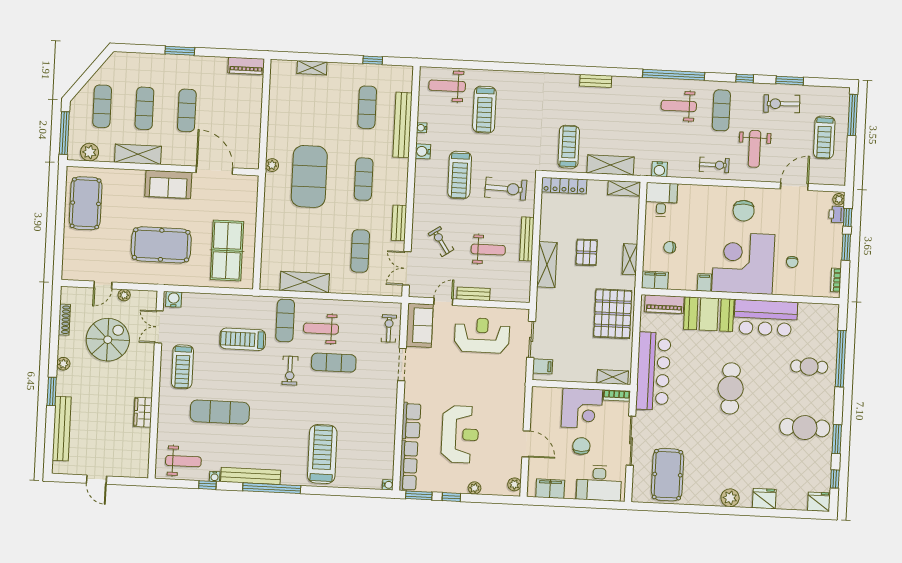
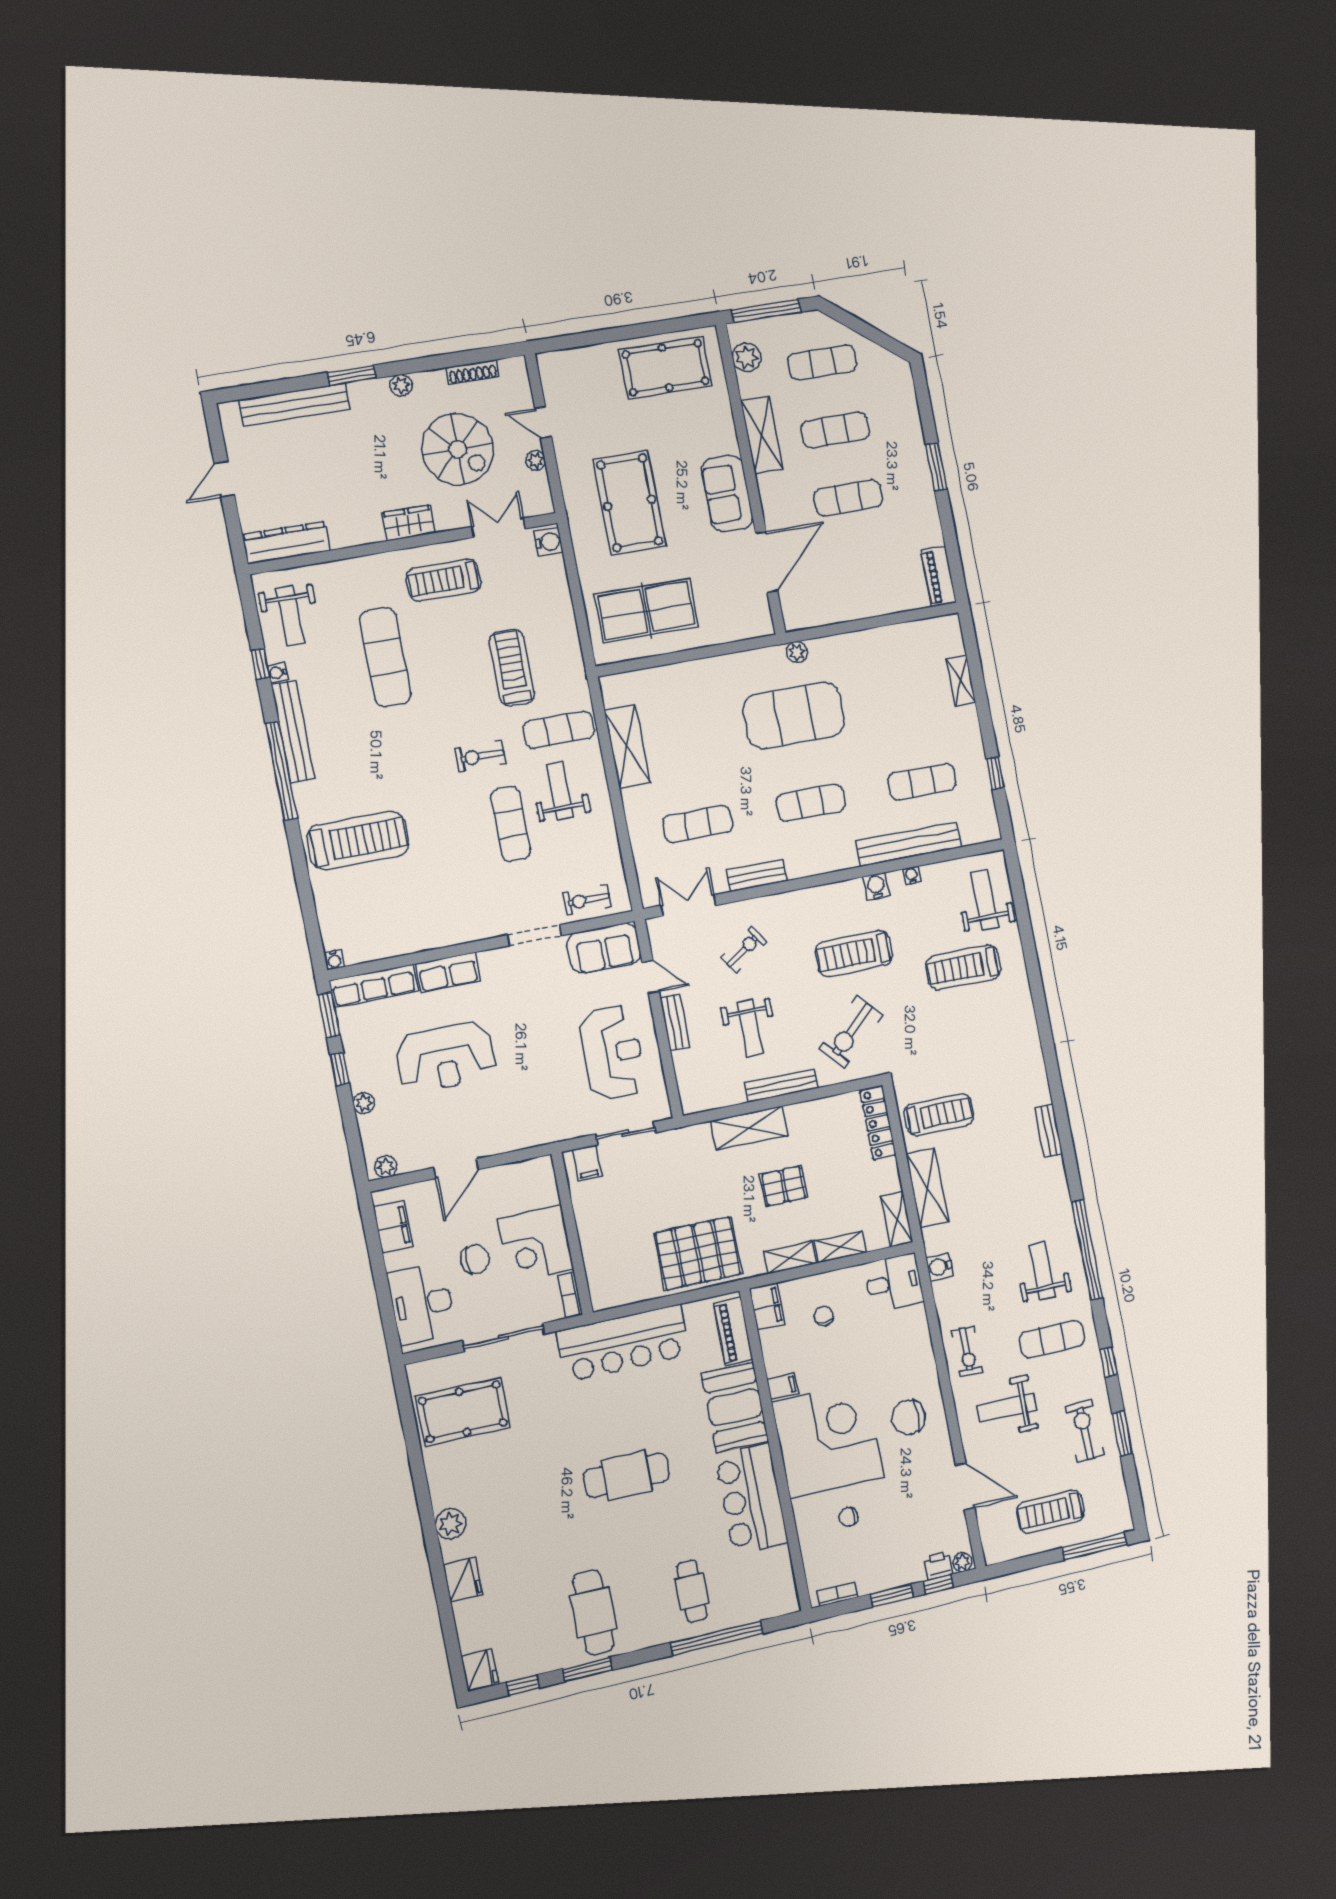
exercise bike: (506, 189) -> (851, 1032), turned 46
exercise bike: (389, 328) -> (587, 900), turned 180
shelving: (613, 377) -> (840, 1247), moved, turned 90
wardrobe: (143, 412) -> (408, 523), moved
dresser: (141, 453) -> (286, 543), added

